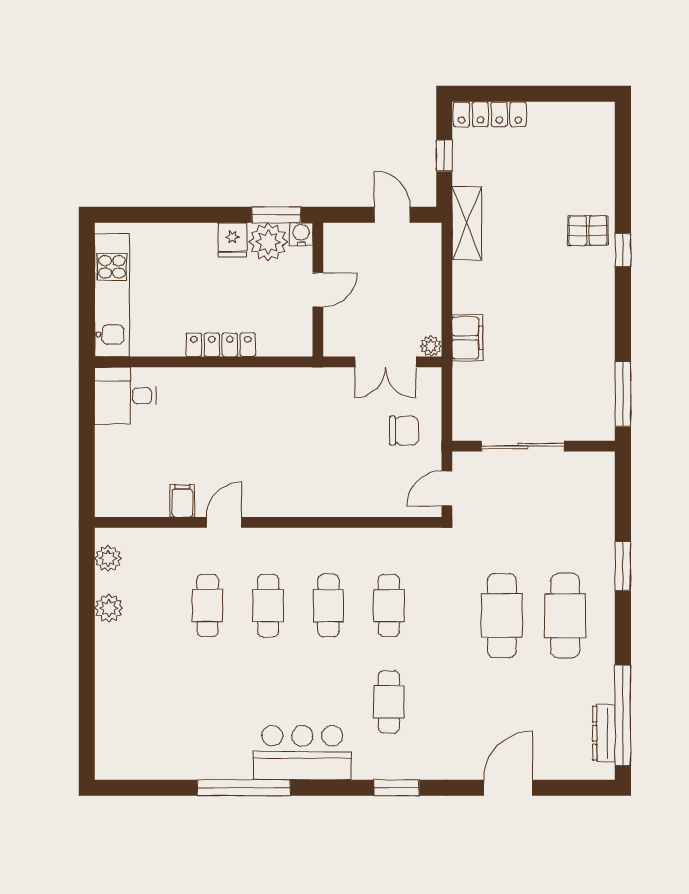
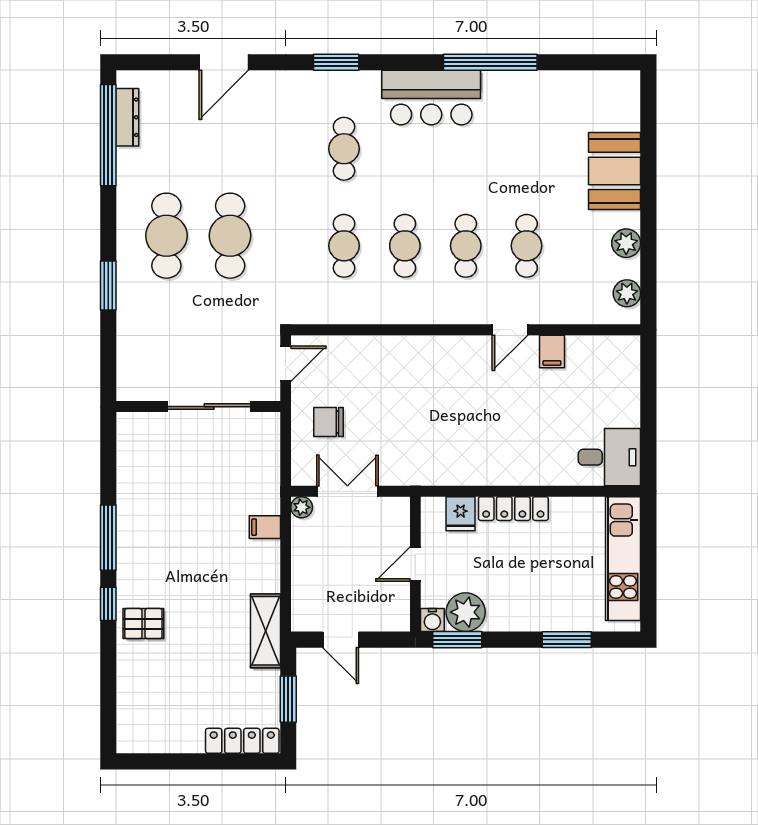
window: (444, 156) -> (288, 699), width x1.50
window: (168, 215) -> (567, 640), added
fridge: (232, 240) -> (461, 514), moved, turned 180
filing cabinet: (467, 338) -> (265, 527), width x0.50
window: (623, 394) -> (108, 538), moved
booth: (120, 680) -> (615, 171), added

